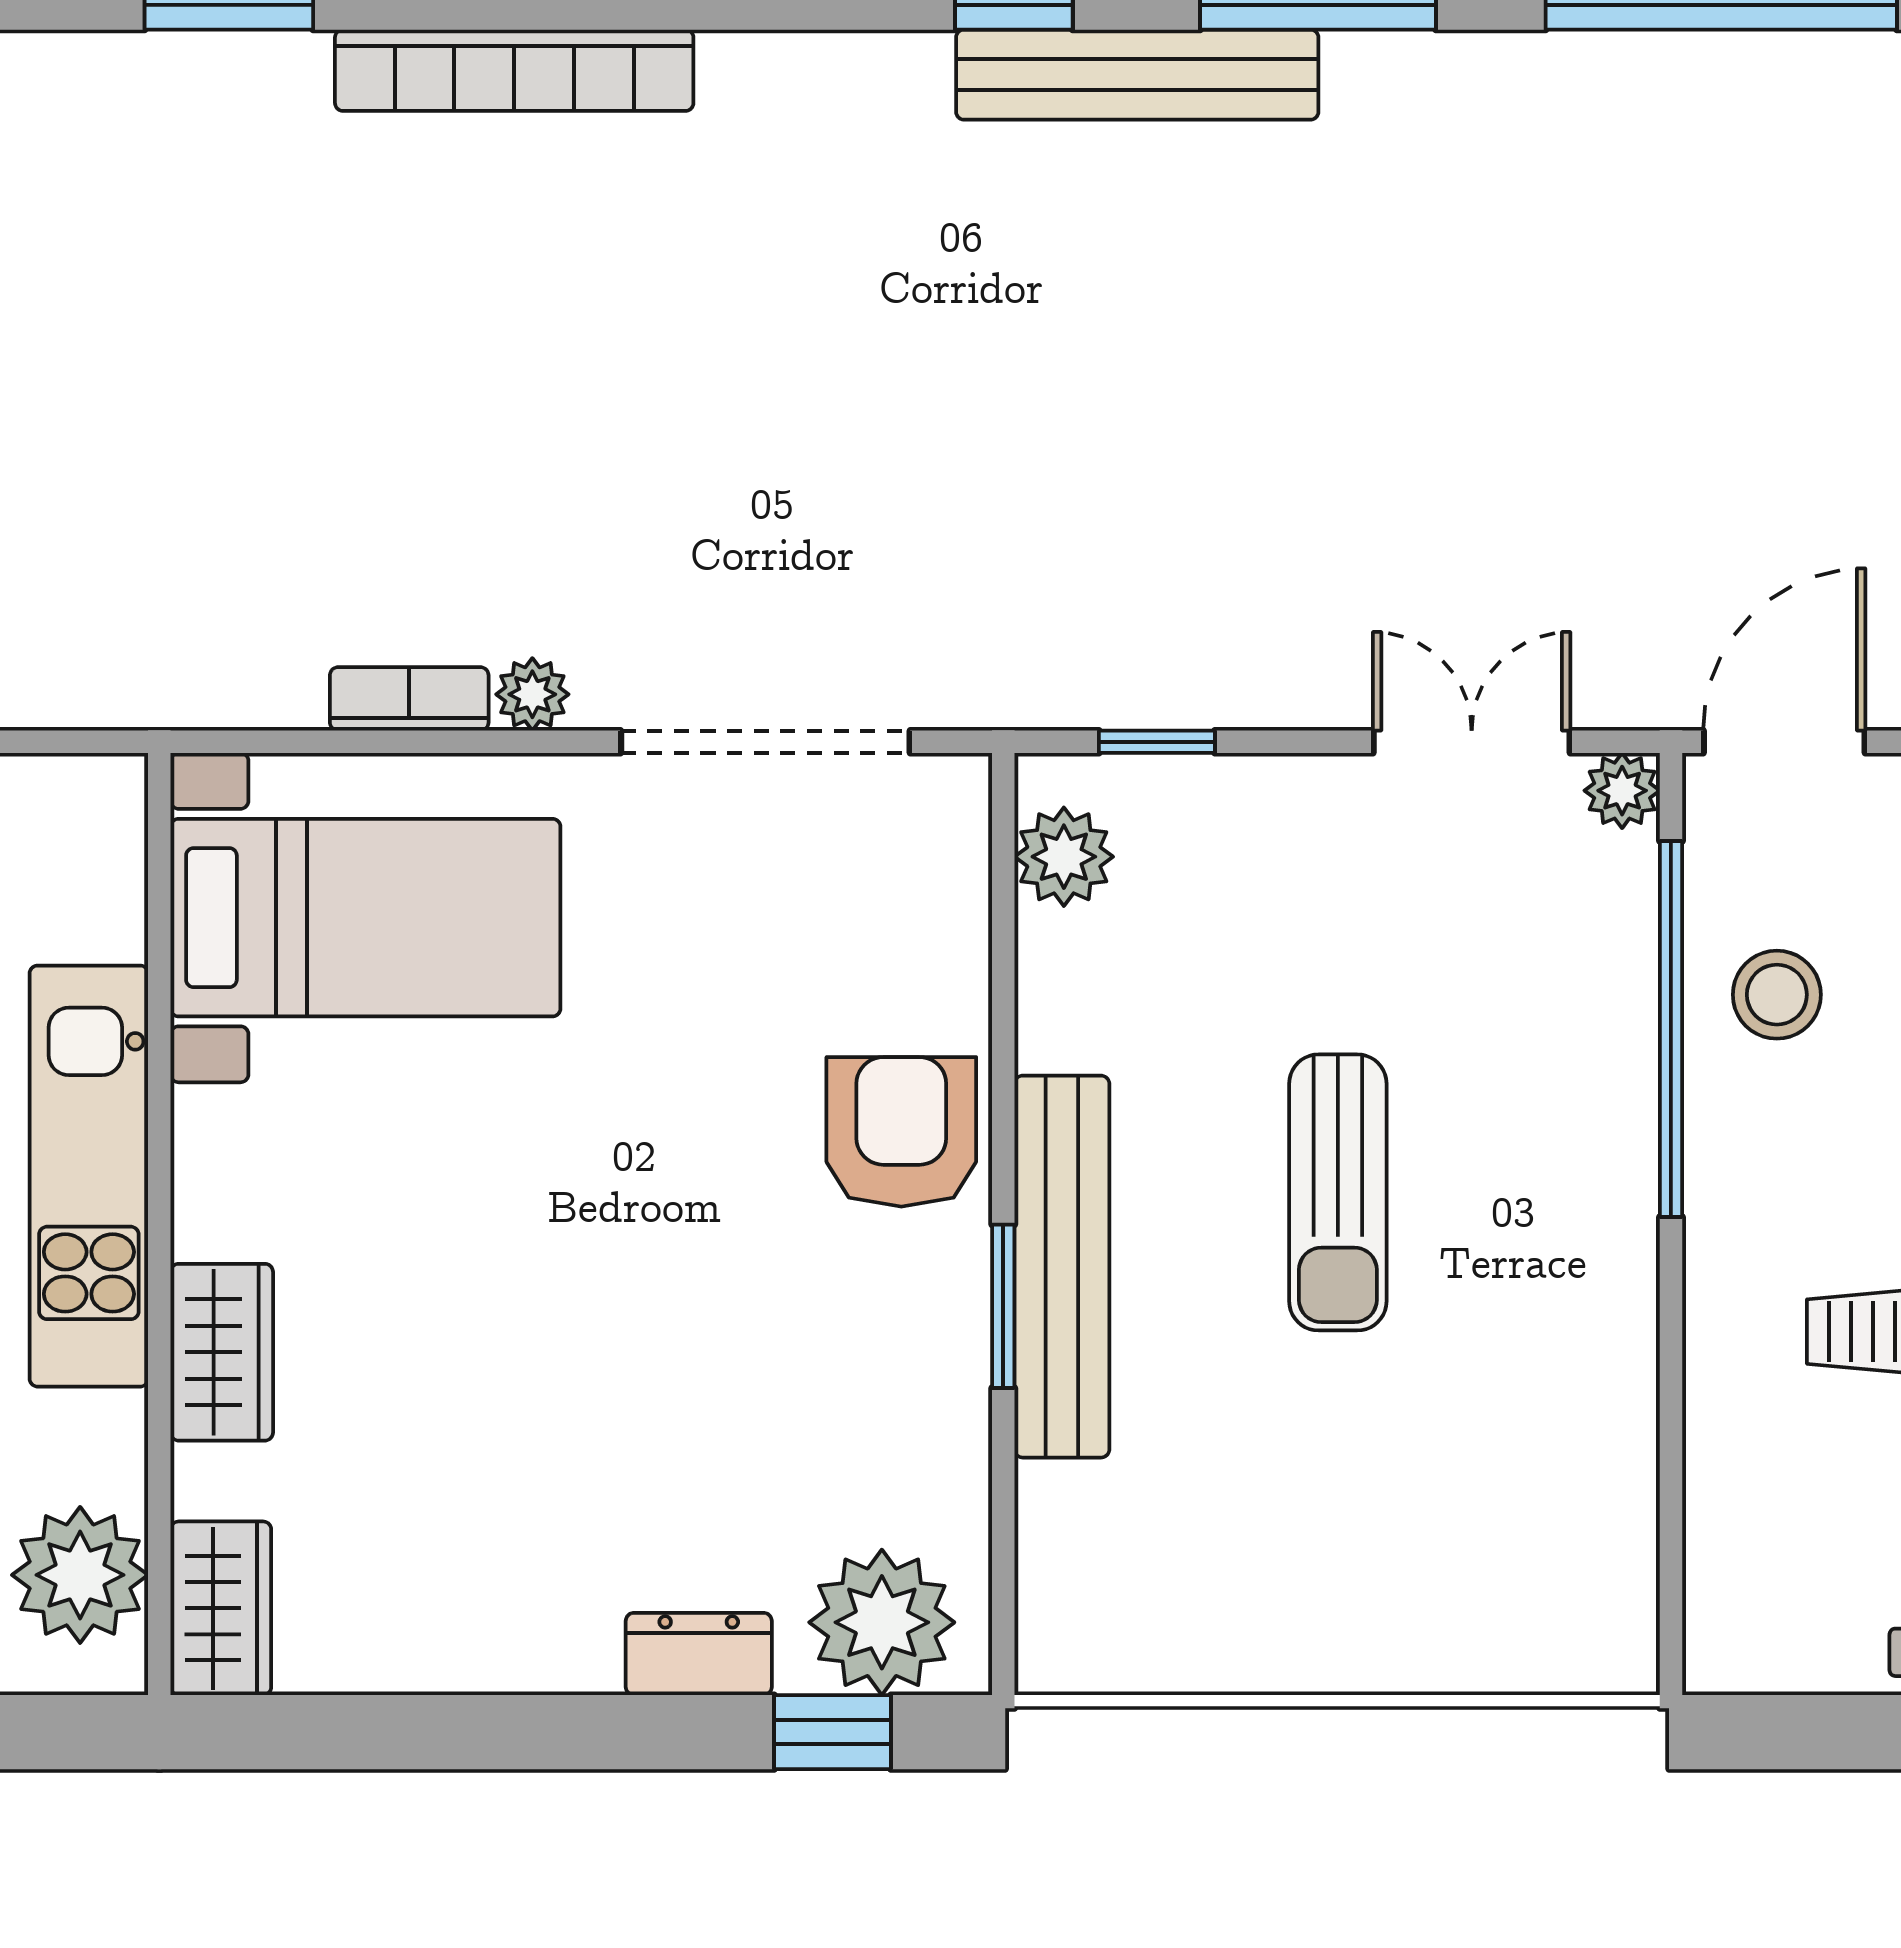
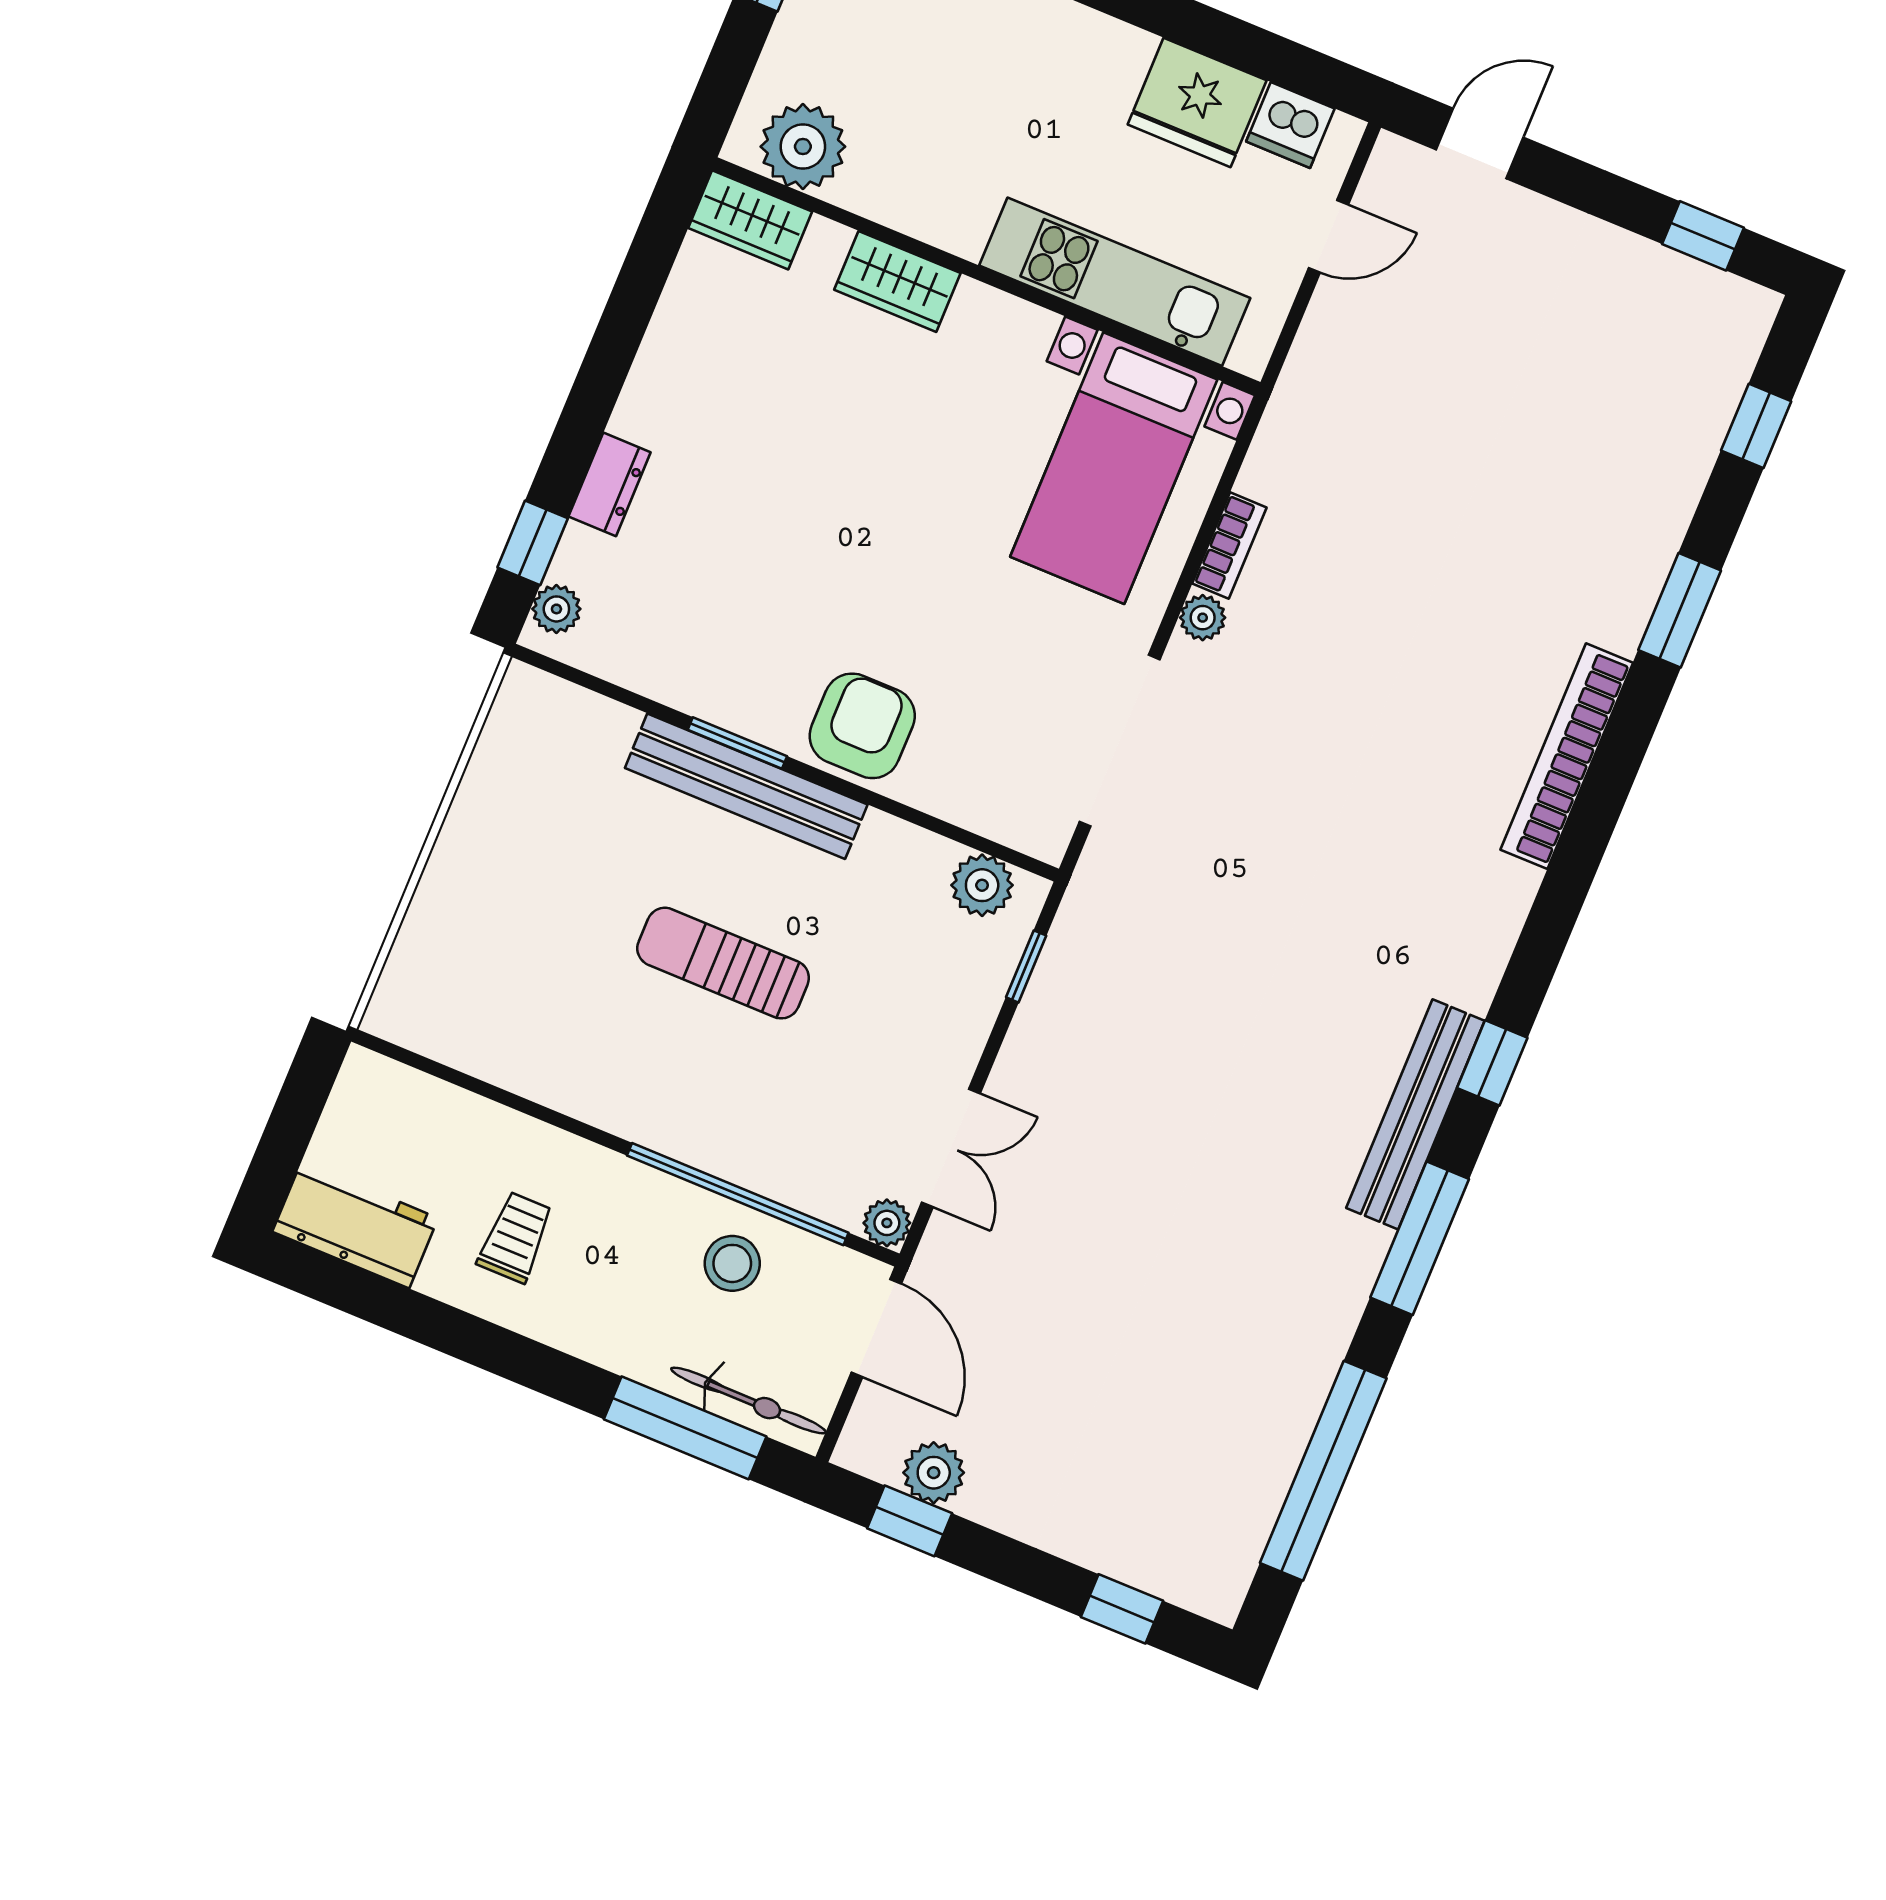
armchair: (901, 1132) -> (862, 726), turned -90
kitchen unit: (89, 1176) -> (1115, 282), moved
plant: (882, 1622) -> (556, 609), width x0.53, depth x0.53

